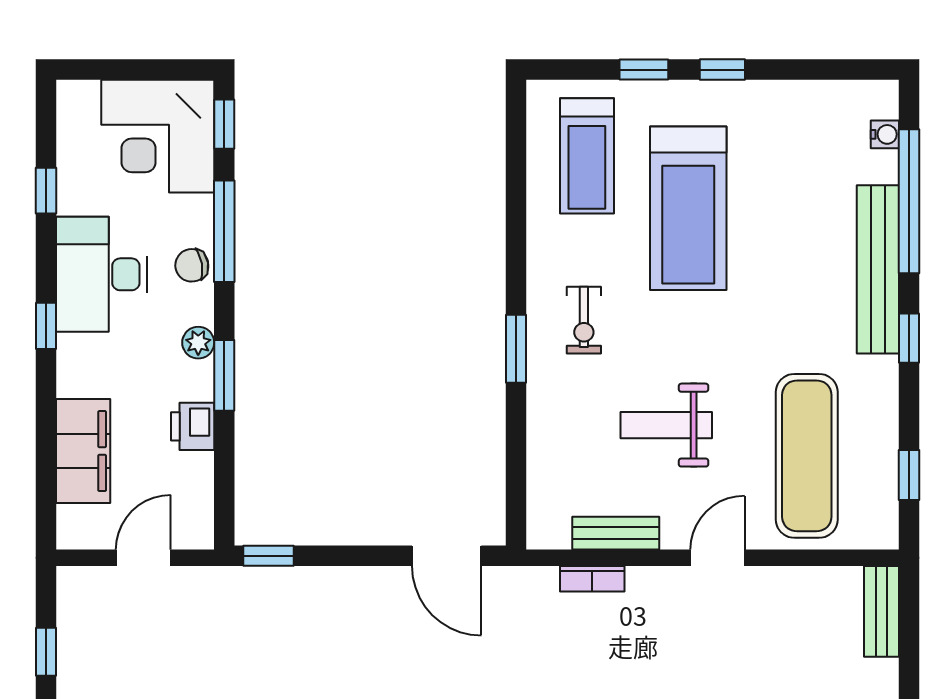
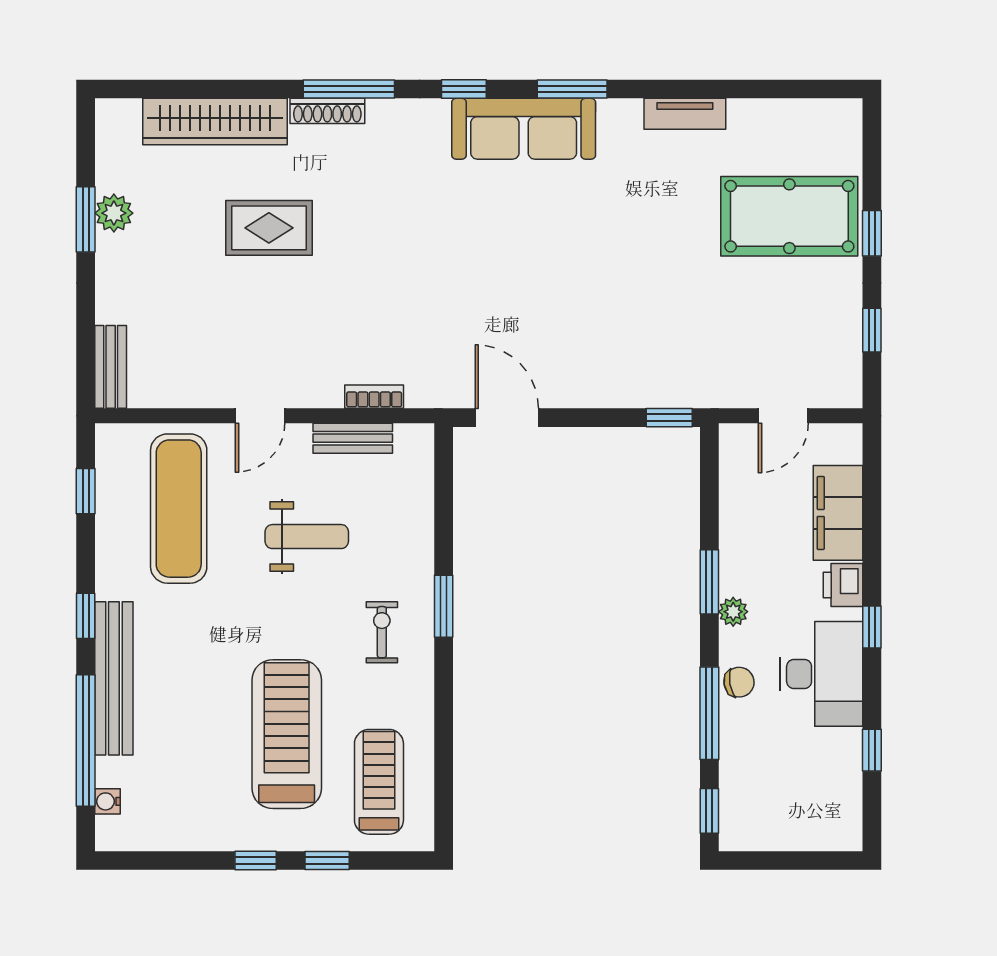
corner desk: (158, 136) -> (770, 800), removed
printer: (193, 426) -> (843, 585), moved, turned 180

